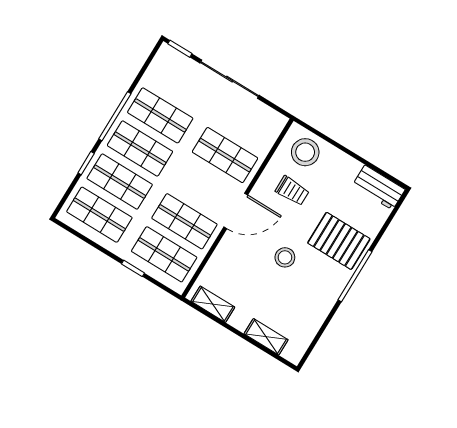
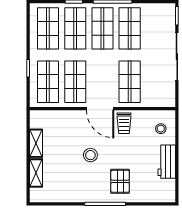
stool: (305, 152) -> (161, 129), width x0.53, depth x0.53
workbench: (379, 187) -> (167, 162), moved
trolley: (292, 191) -> (124, 123), moved
pallet: (339, 241) -> (120, 181), width x0.67, depth x0.71
shelving: (213, 304) -> (36, 143), moved

